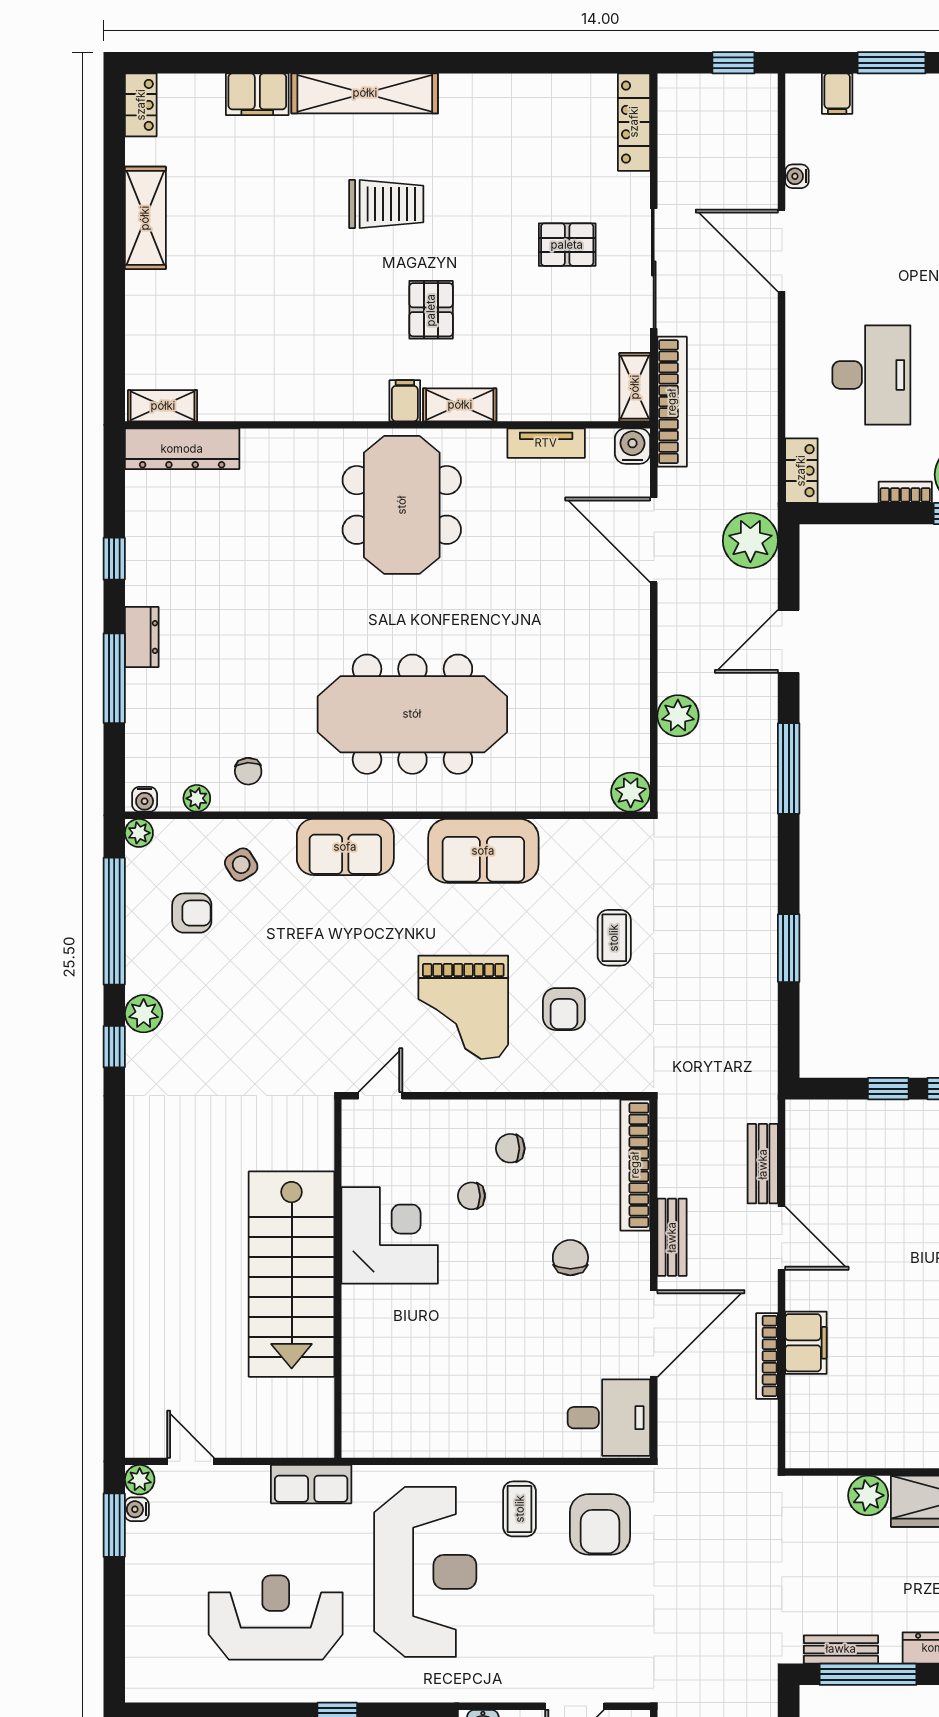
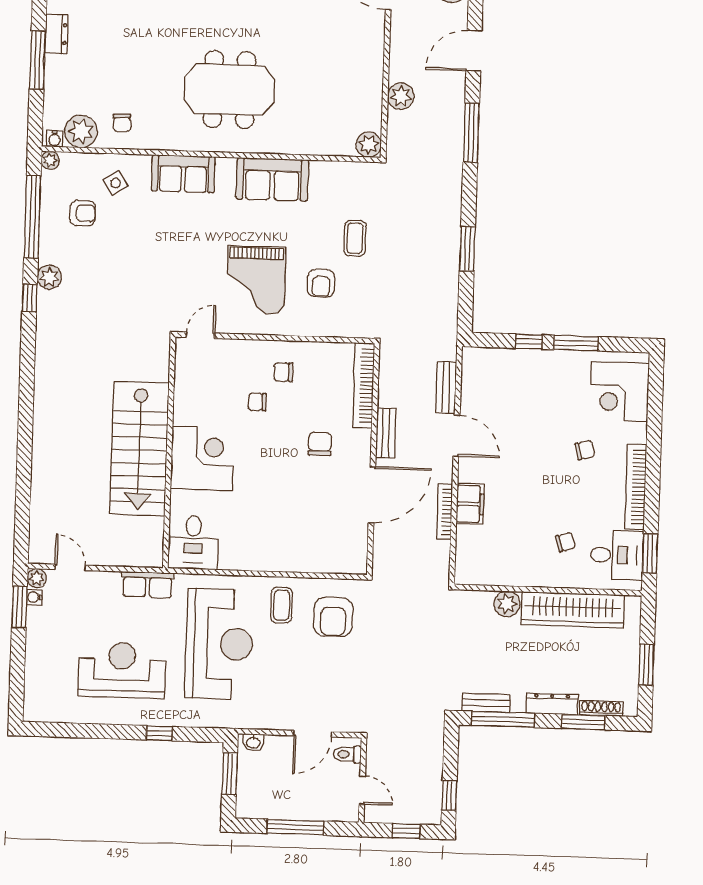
meeting table: (412, 714) -> (229, 90), width x0.73
plant: (197, 798) -> (81, 131), width x1.87, depth x1.87
corner desk: (390, 1235) -> (202, 458), moved
desk: (609, 1418) -> (193, 542), moved, turned 90

